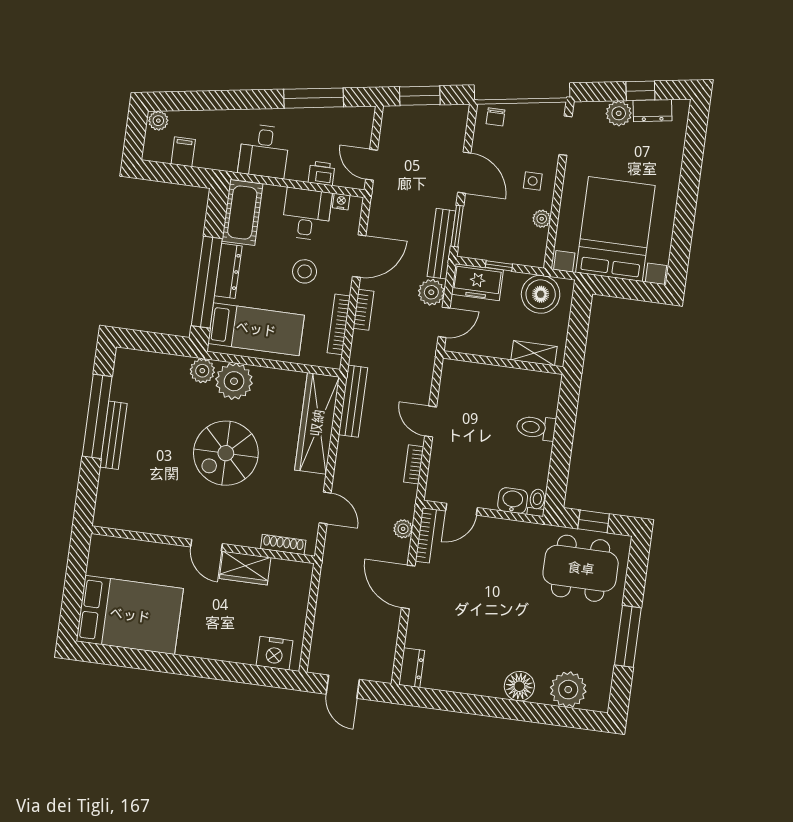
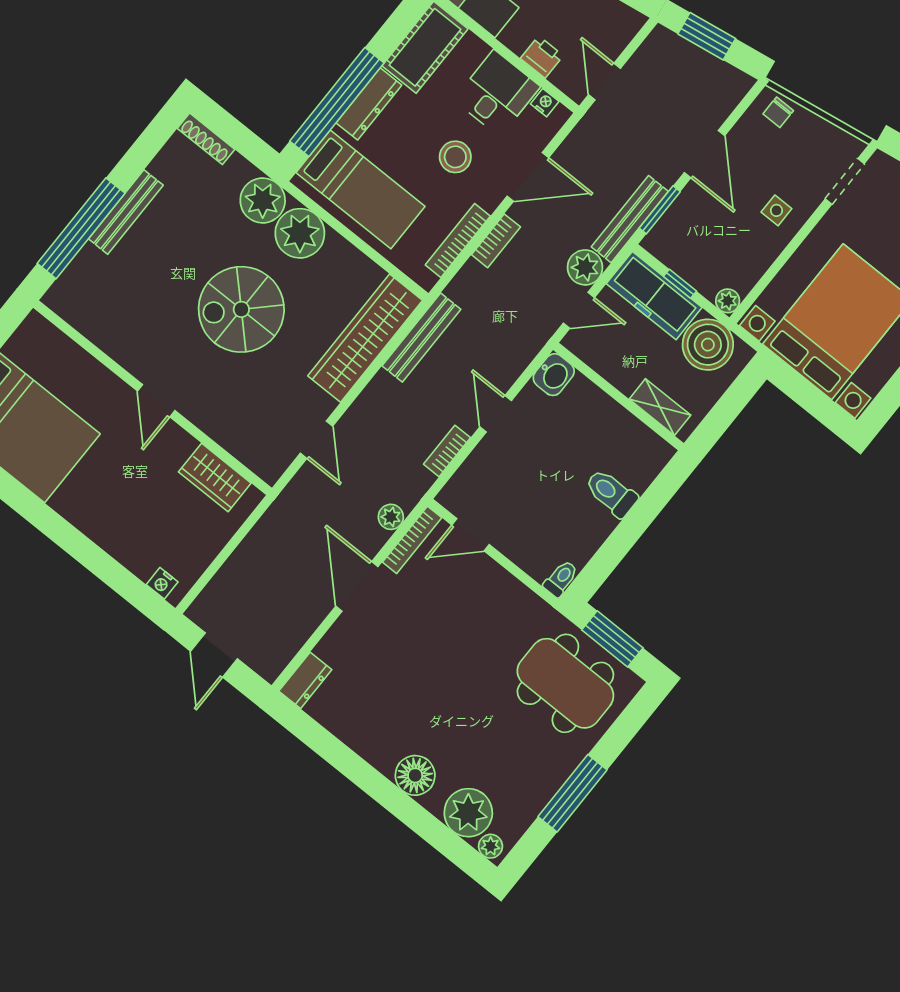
plant: (542, 219) -> (728, 301), moved
freezer: (477, 282) -> (654, 296), width x1.40
plant: (202, 371) -> (263, 200), width x1.36, depth x1.36
window: (97, 416) -> (81, 228), moved
washbasin: (513, 501) -> (554, 375), moved, turned 90
window: (594, 521) -> (612, 639), width x1.50
shoe rack: (283, 545) -> (206, 139), moved, turned 180
wardrobe: (245, 568) -> (215, 477), moved
nightstand: (274, 653) -> (162, 583), width x0.53, depth x0.56
plant: (596, 703) -> (491, 846), added

